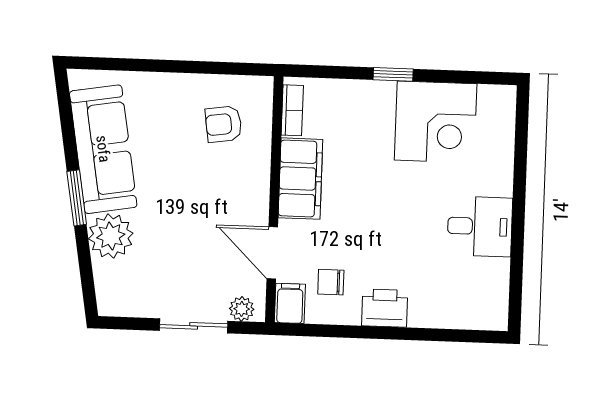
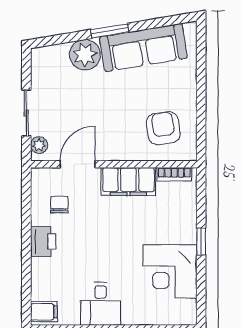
armchair: (224, 124) -> (163, 128), width x1.38, depth x1.38
filing cabinet: (290, 303) -> (44, 312), moved

